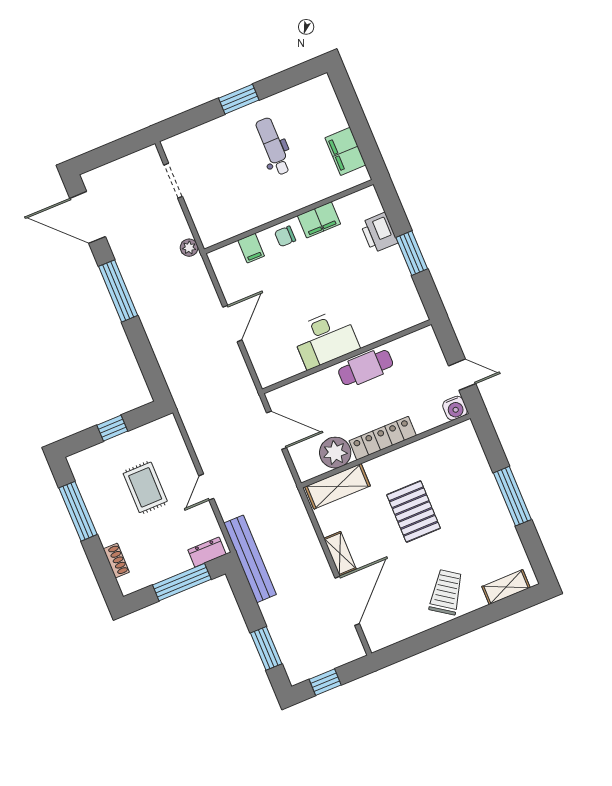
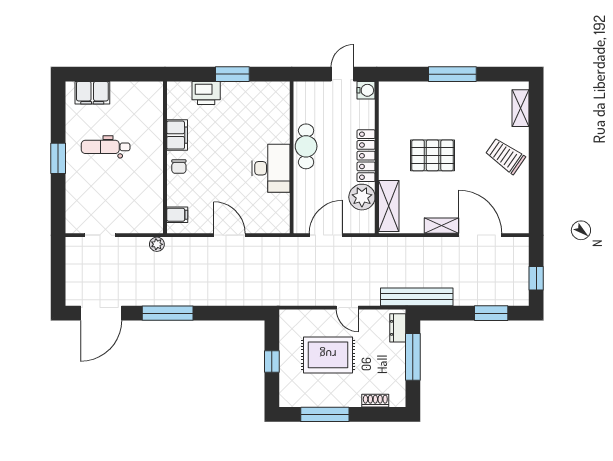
filing cabinet: (345, 151) -> (92, 93), moved
filing cabinet: (251, 248) -> (177, 215), moved
rug: (145, 487) -> (328, 355), width x1.36, depth x1.43

